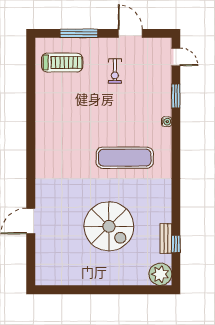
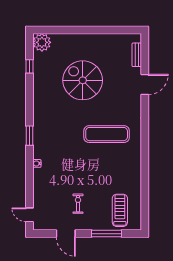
treadmill: (62, 63) -> (120, 210), turned 90
window: (176, 96) -> (30, 136), moved
exercise mat: (125, 158) -> (107, 134), moved
bench: (166, 238) -> (137, 55), moved

